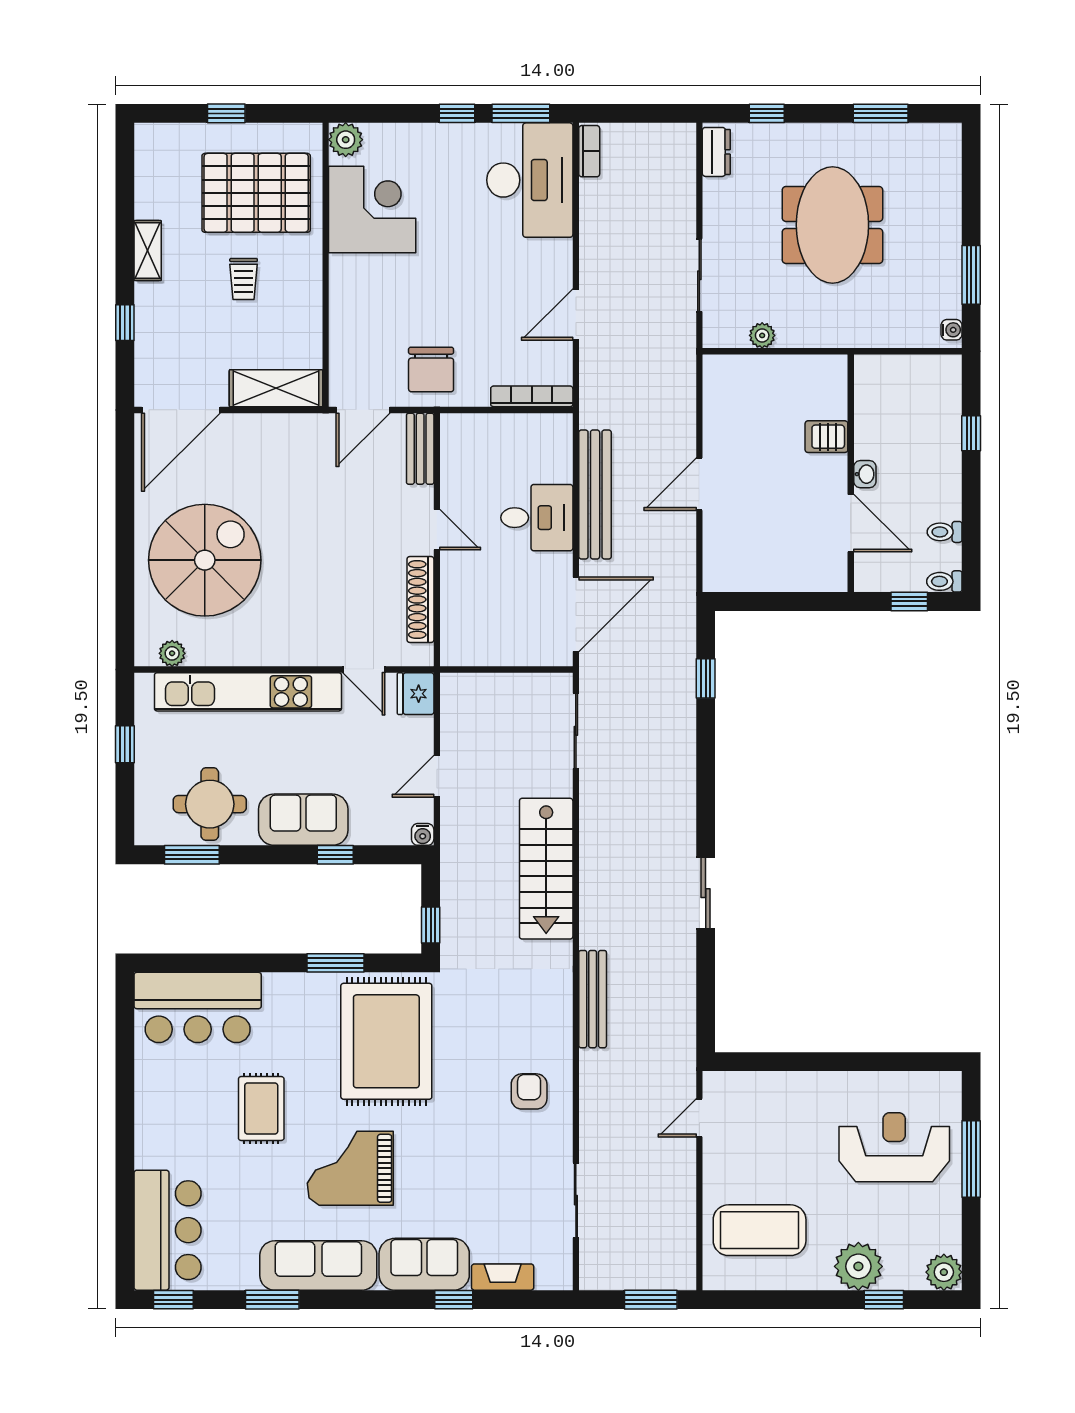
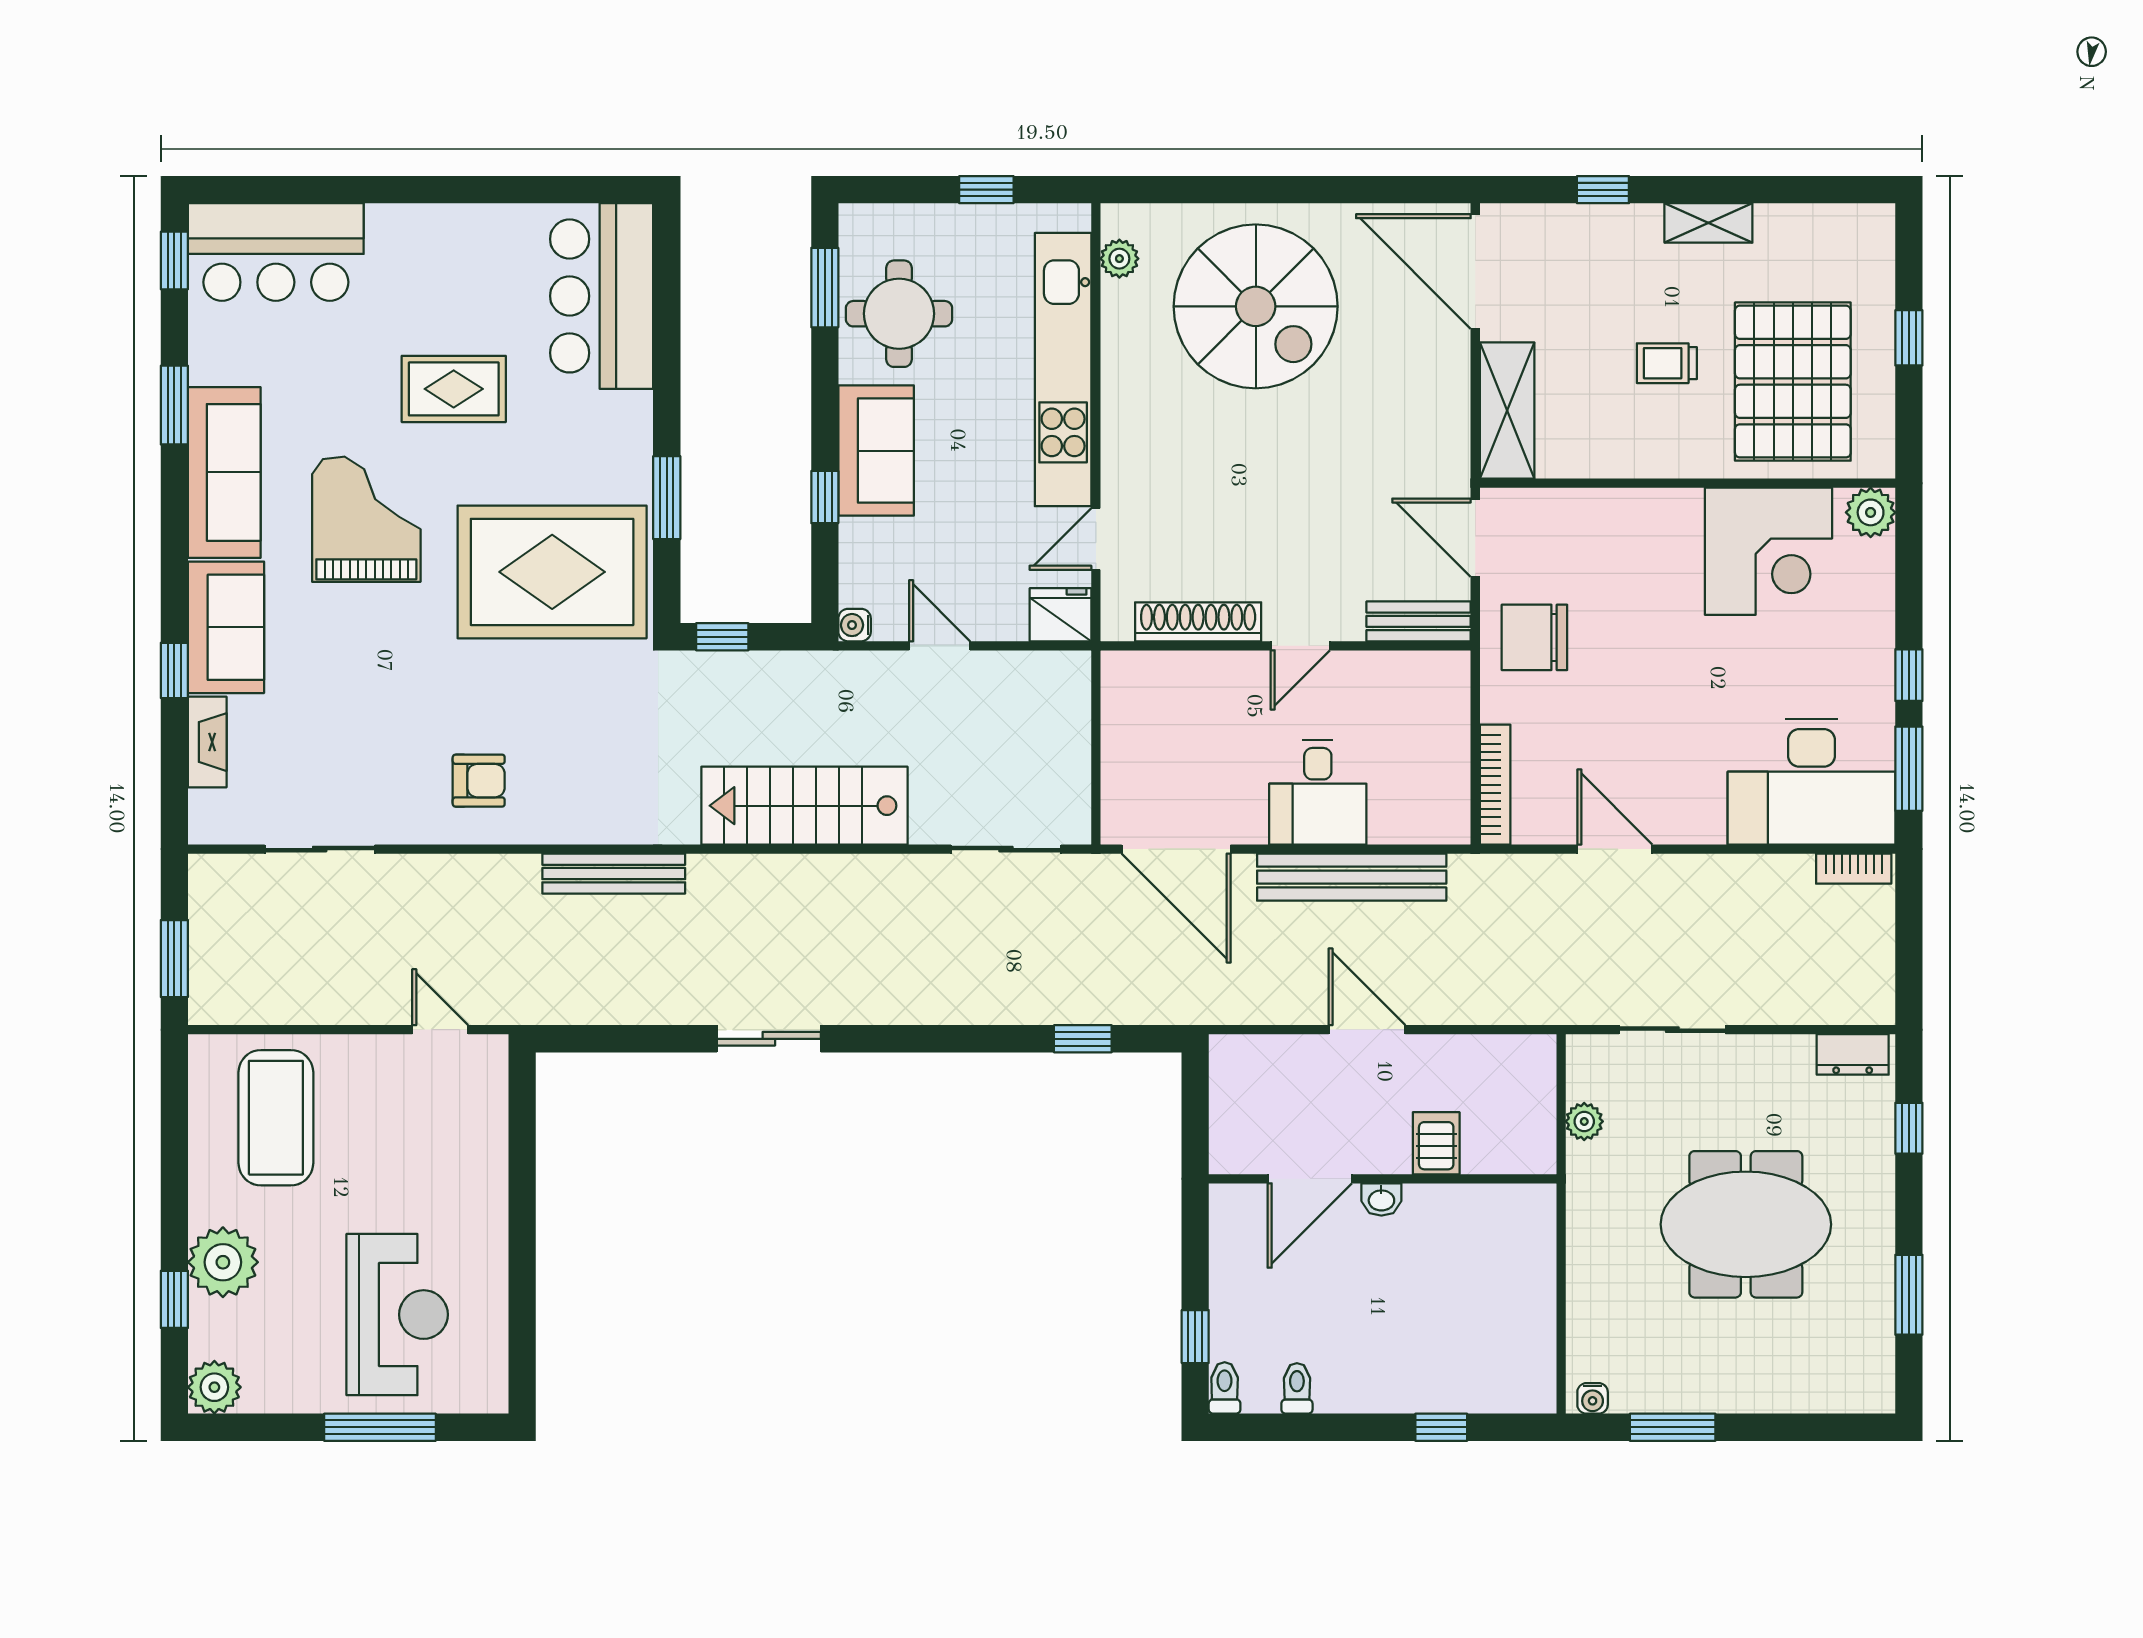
server rack: (826, 437) -> (1436, 1143), moved
wall: (851, 473) -> (1383, 1179), moved
washbasin: (865, 474) -> (1381, 1199), moved
door: (851, 523) -> (1310, 1179), moved

